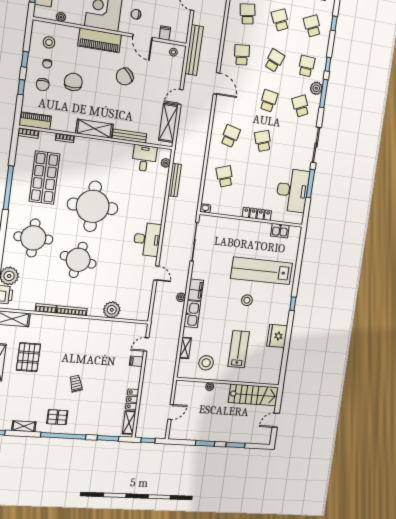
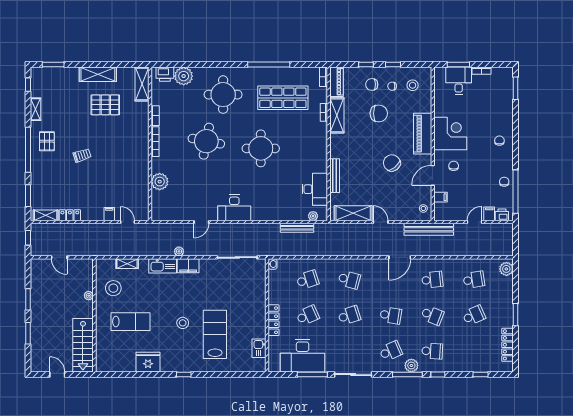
plant: (61, 17) -> (438, 93), removed
school desk: (312, 26) -> (308, 315), moved
shelving: (94, 129) -> (337, 115), moved
desk: (144, 158) -> (315, 189), width x1.37
round table: (93, 206) -> (261, 148), width x0.73, depth x0.73
lab bench: (262, 271) -> (215, 334), width x0.73

